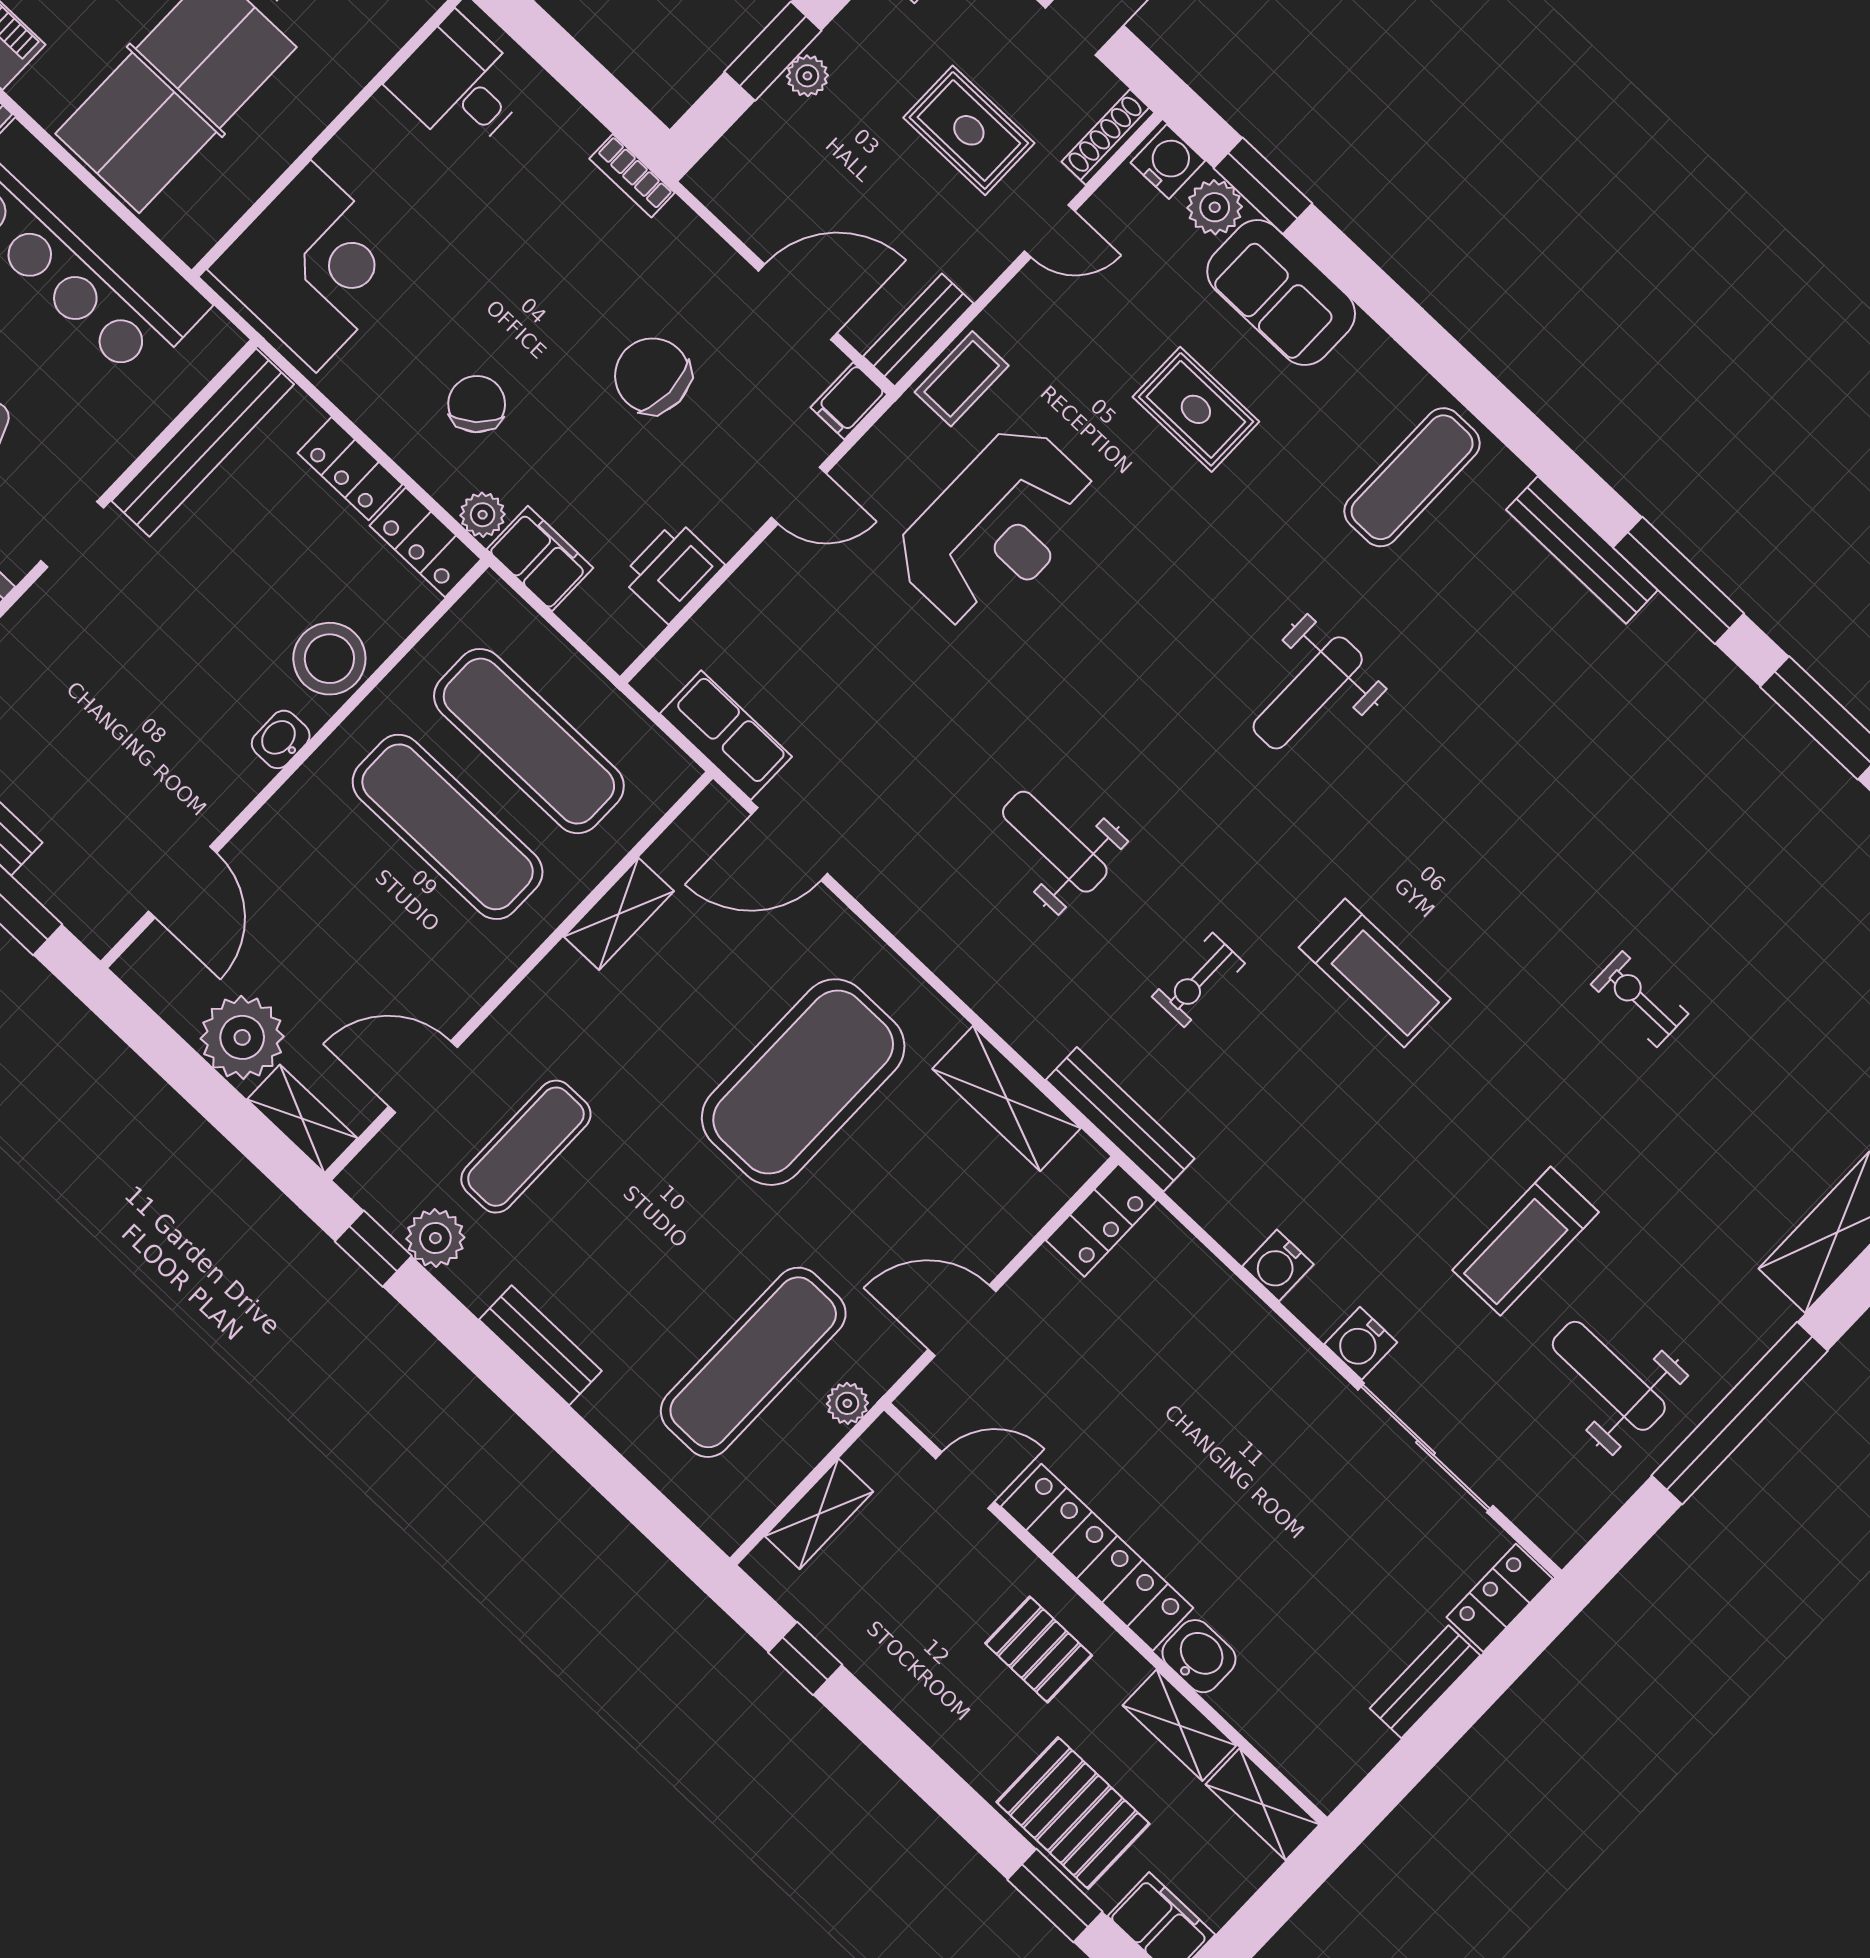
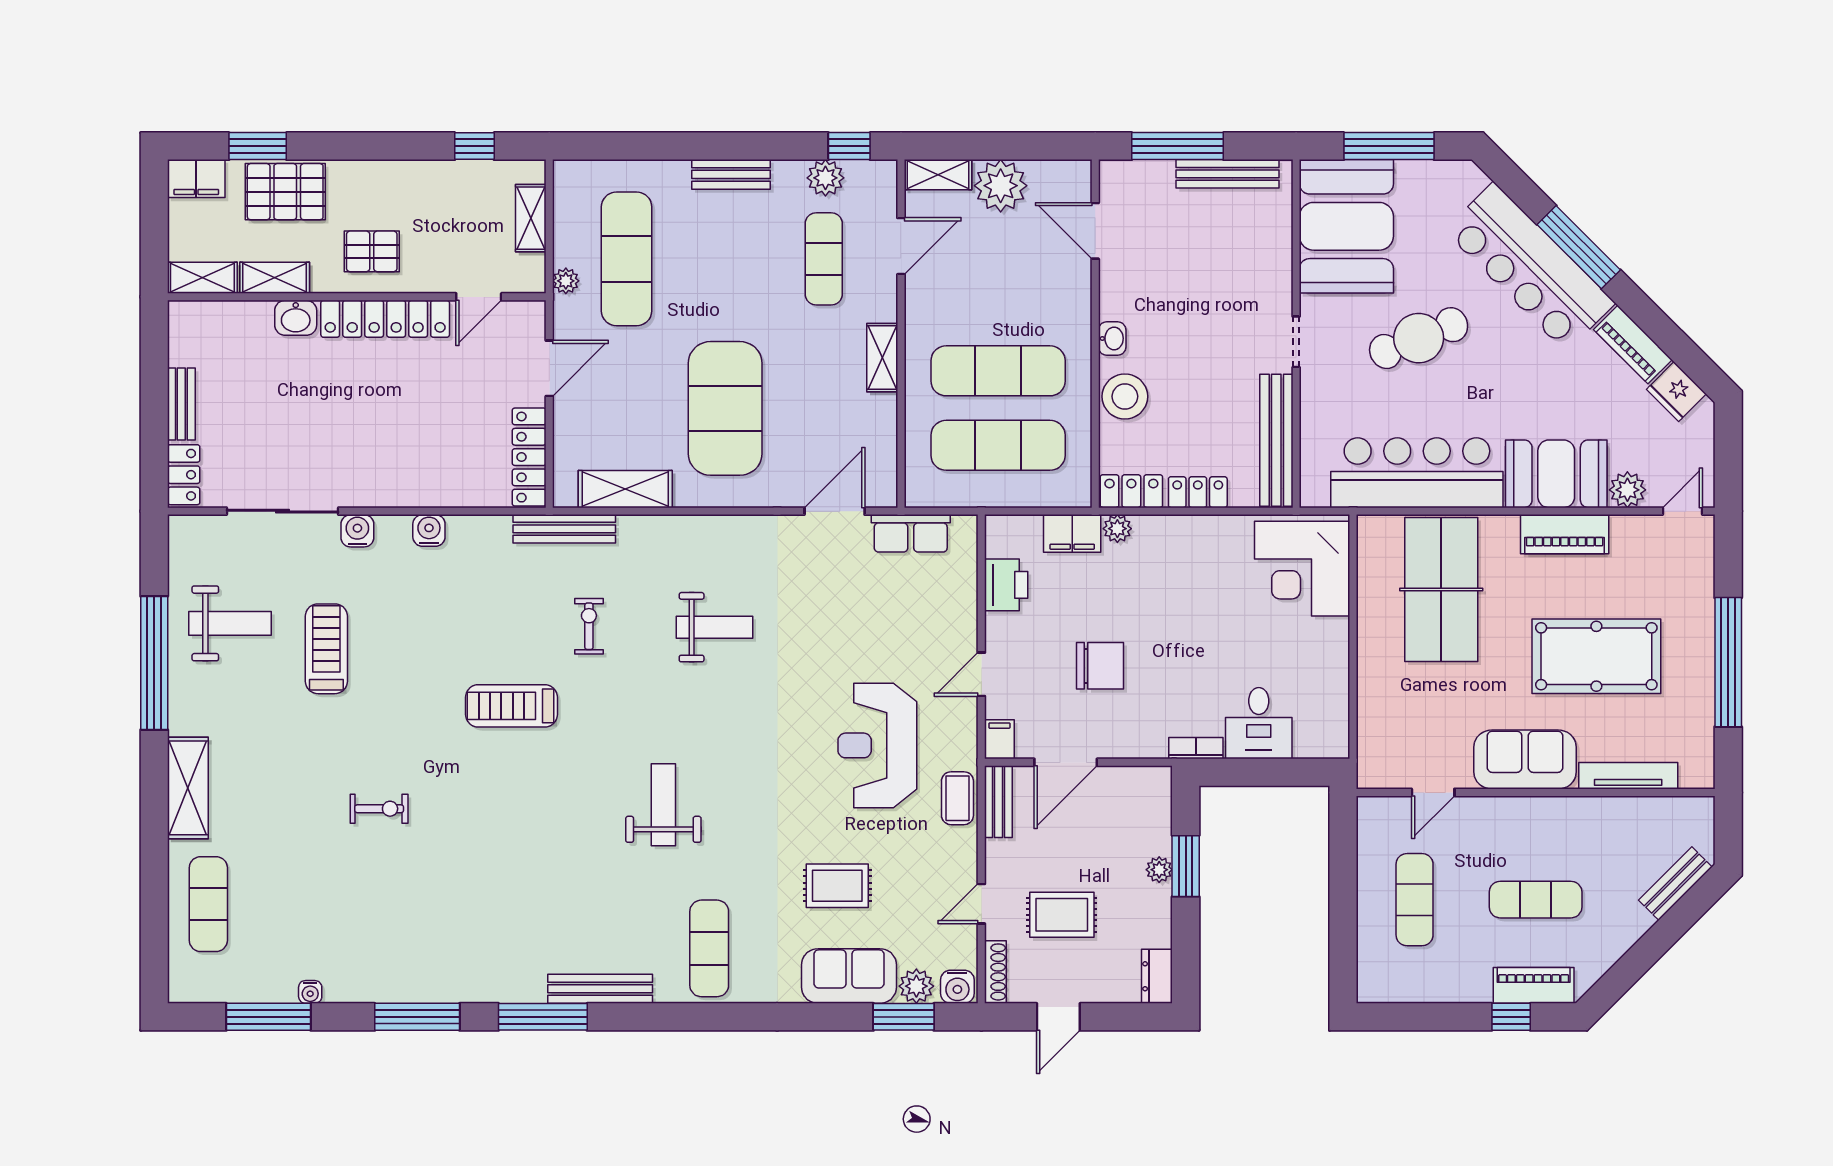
desk: (460, 85) -> (1259, 723), moved, turned 90
chair: (477, 404) -> (1168, 577), removed
shelving: (619, 914) -> (882, 358), moved
locker: (1101, 1220) -> (529, 457), width x1.53

